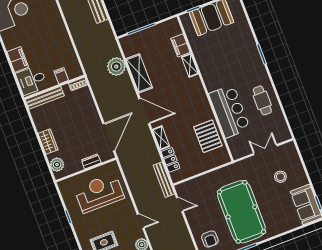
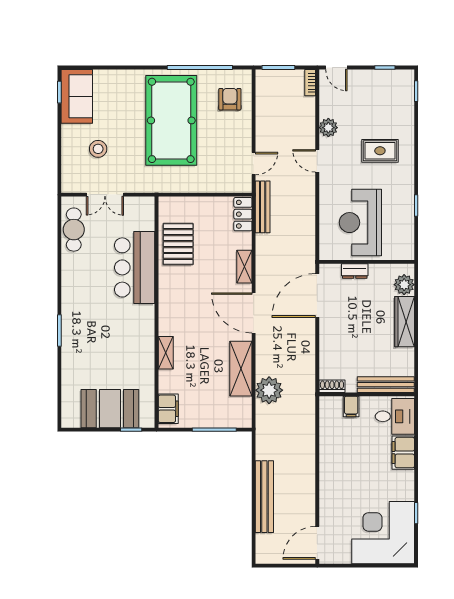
filing cabinet: (180, 45) -> (168, 409), moved
cafe table: (262, 100) -> (74, 230), moved
wardrobe: (48, 142) -> (405, 322), width x1.50
locker: (170, 160) -> (243, 214), moved
reception desk: (99, 193) -> (360, 223), turned 90
door: (180, 204) -> (254, 163), swing flipped

